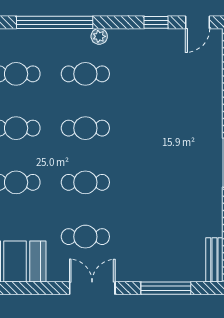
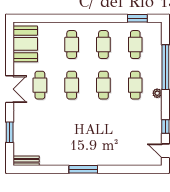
window: (166, 288) -> (10, 132), width x0.69

